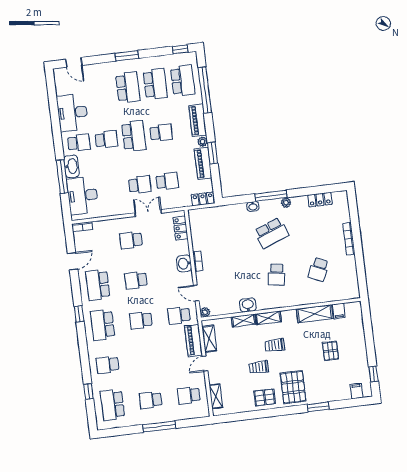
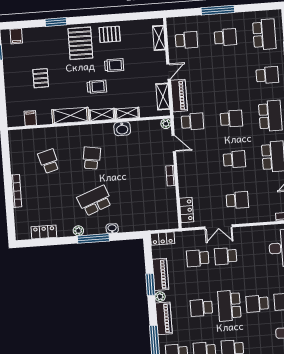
washbasin: (184, 263) -> (185, 174), removed
school desk: (319, 270) -> (49, 161), turned -39
shelving: (315, 314) -> (70, 115), moved

